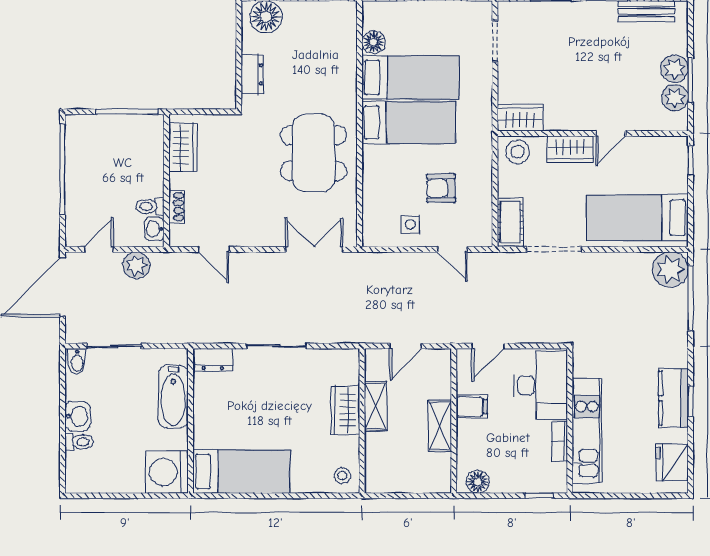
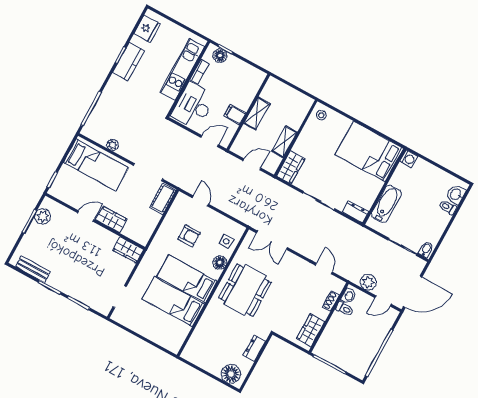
floor lamp: (374, 42) -> (220, 263), moved
plant: (674, 69) -> (35, 232), removed
stool: (518, 152) -> (139, 233), removed
side table: (410, 225) -> (226, 241), moved
plant: (670, 270) -> (113, 145), moved, width x0.53, depth x0.53
wardrobe: (345, 410) -> (291, 167), moved
washbasin: (78, 416) -> (456, 194), moved
washing machine: (167, 472) -> (409, 159), width x0.53, depth x0.53
bed: (241, 472) -> (369, 152), width x1.50
floor lamp: (478, 482) -> (220, 56), moved

